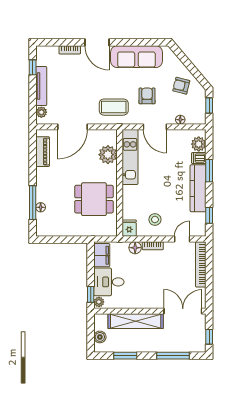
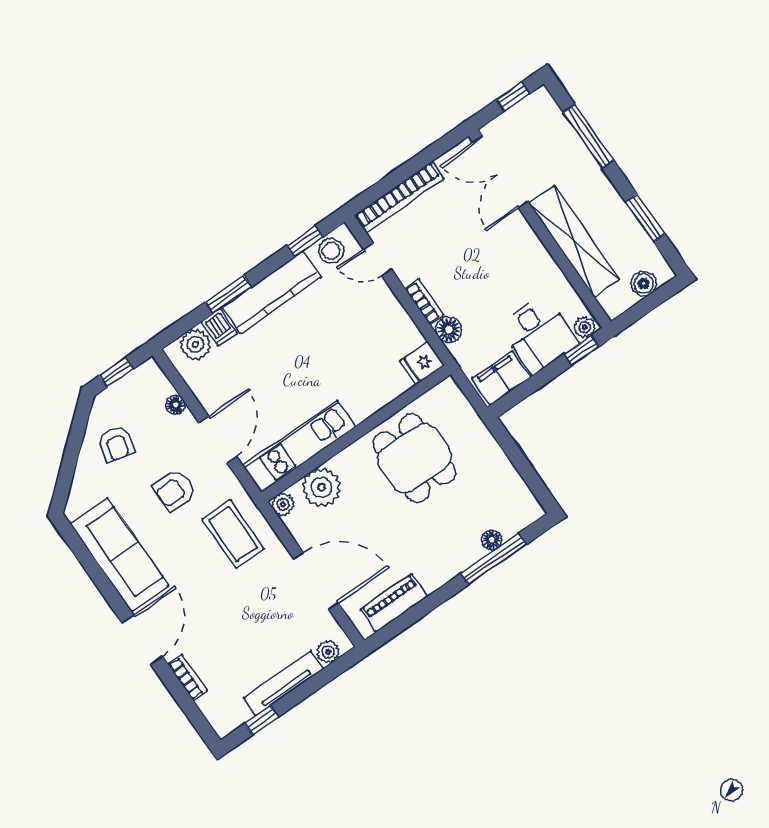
plant: (112, 135) -> (283, 504), added
stool: (155, 220) -> (331, 251), moved

